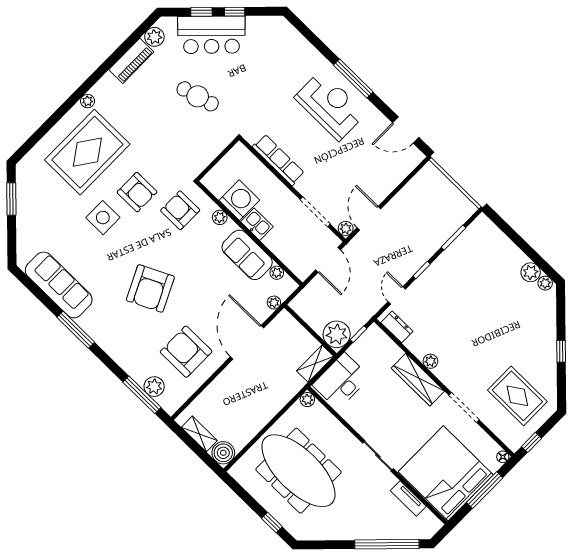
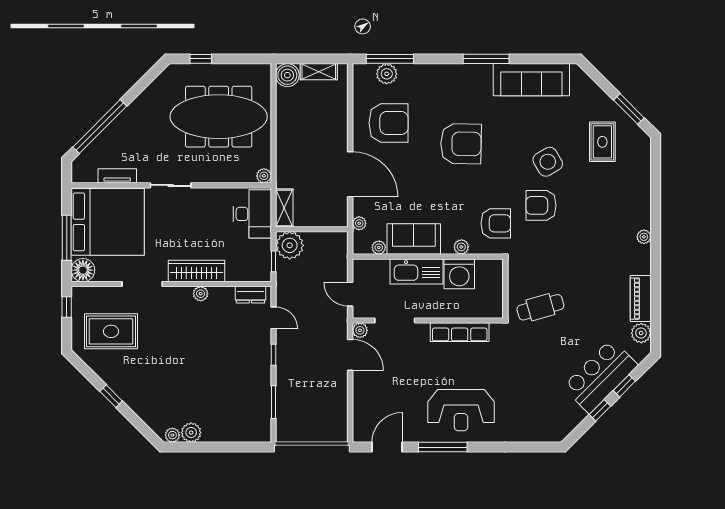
window: (353, 78) -> (443, 447), moved
cafe table: (198, 96) -> (540, 307), moved
rug: (87, 152) -> (602, 142), moved, width x0.54, depth x0.49
side table: (103, 218) -> (548, 162), turned -30
kitchen sink: (257, 224) -> (416, 271), width x1.87, depth x1.24
door: (328, 260) -> (350, 294), width x0.73
armchair: (150, 288) -> (461, 144), turned 117
floor lamp: (503, 457) -> (83, 270), width x1.89, depth x1.89

